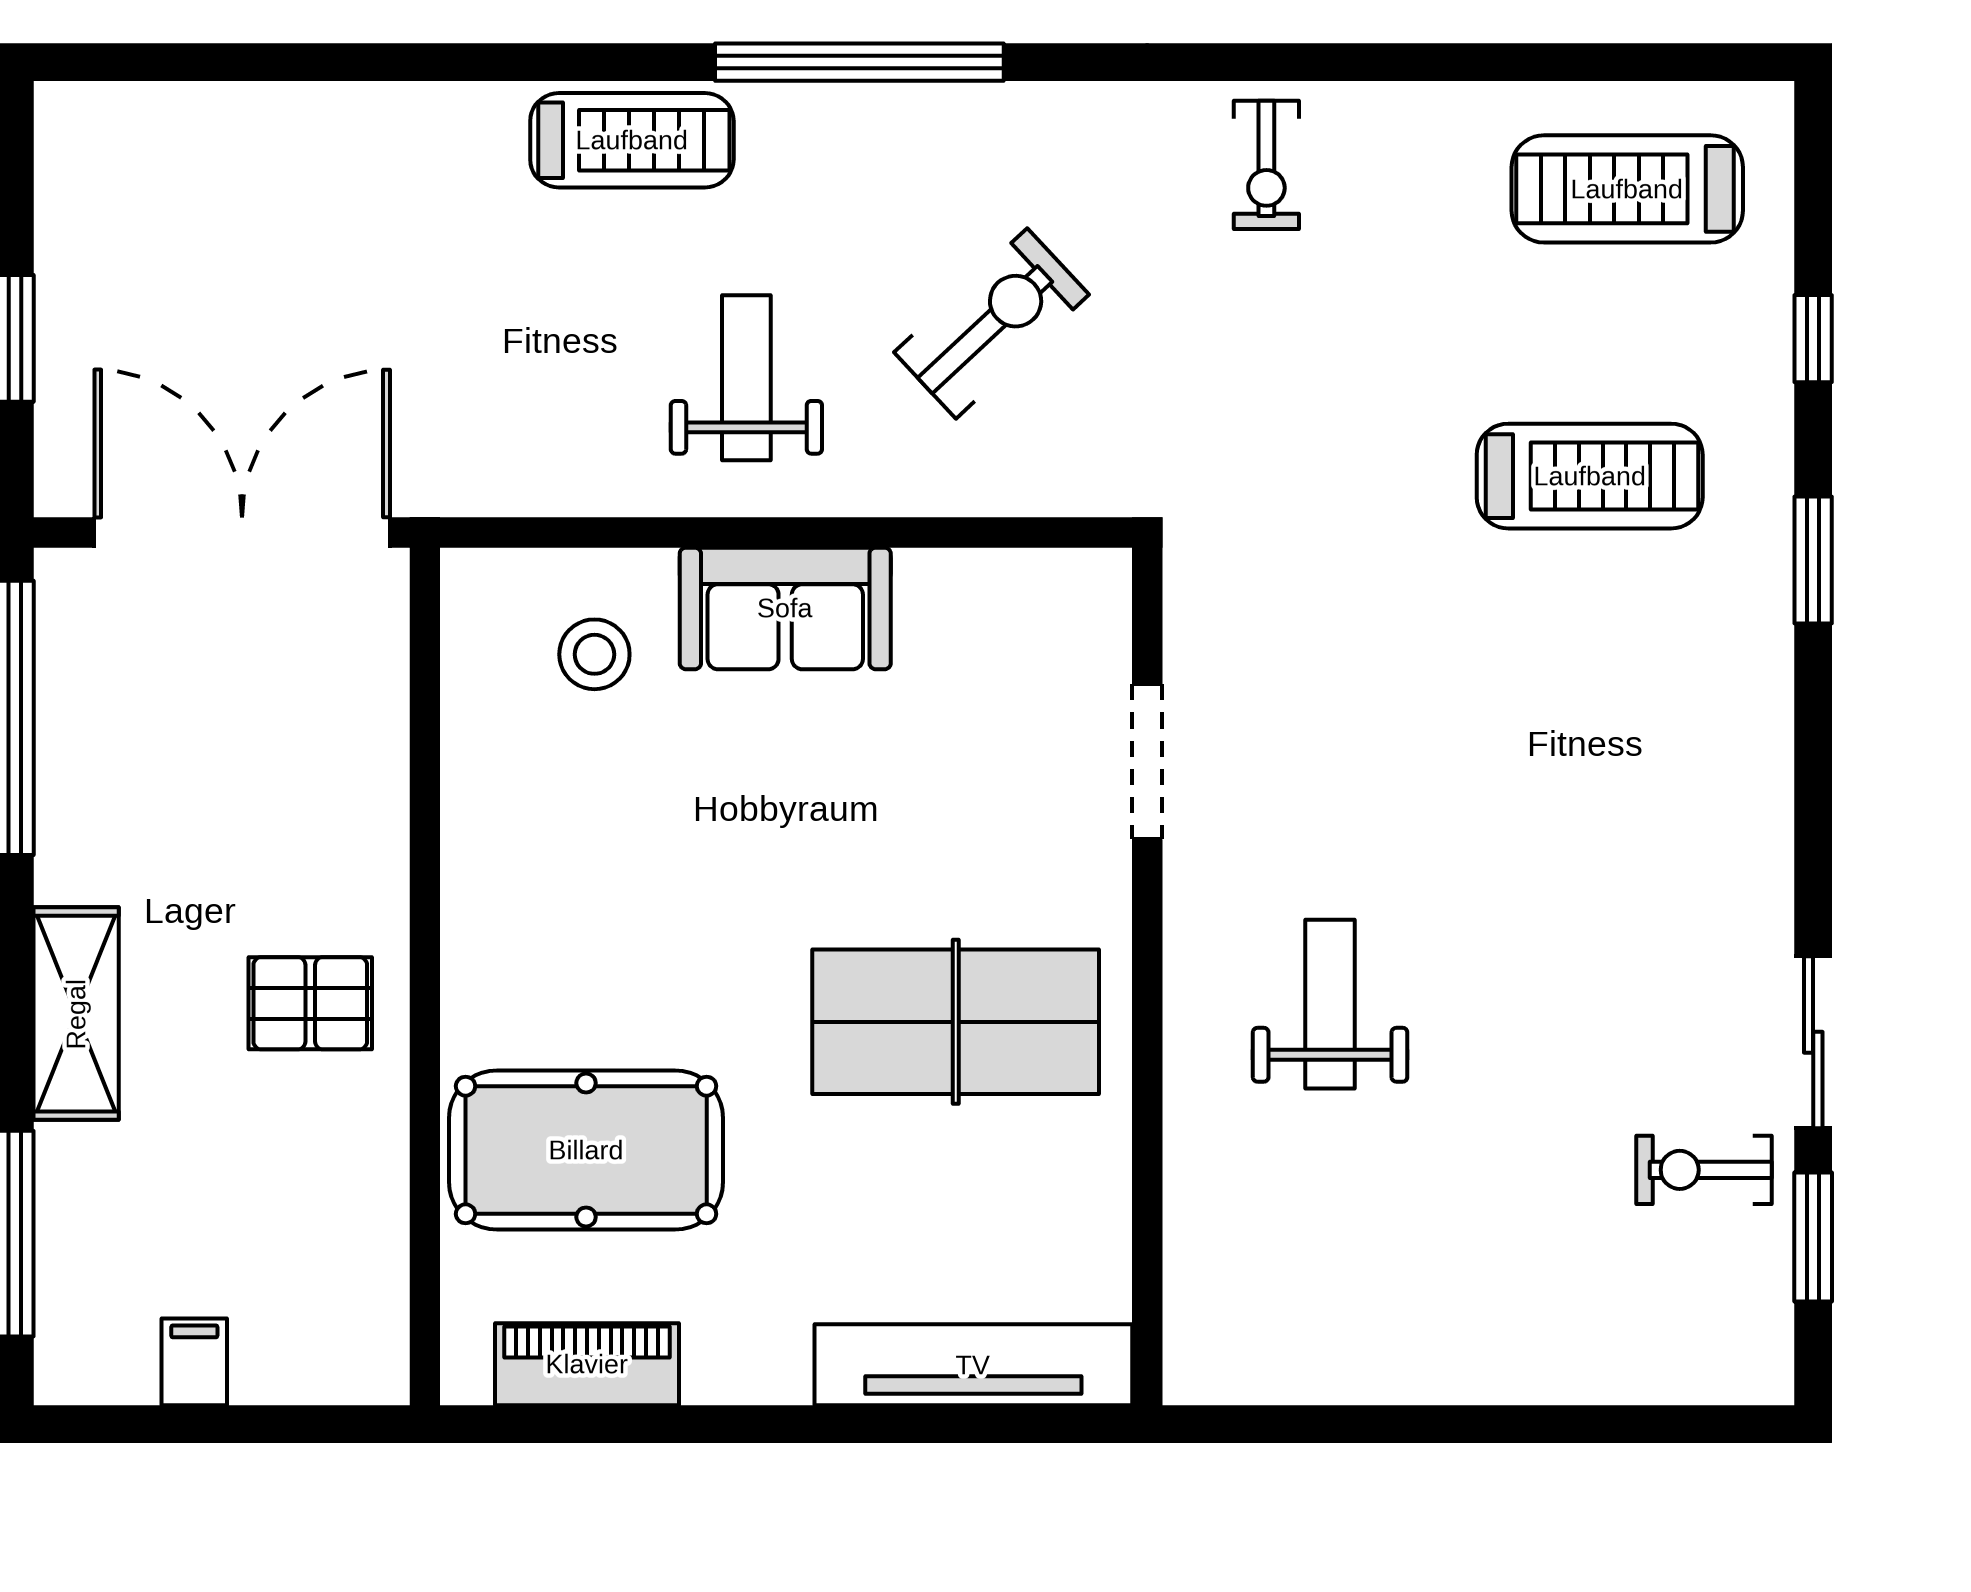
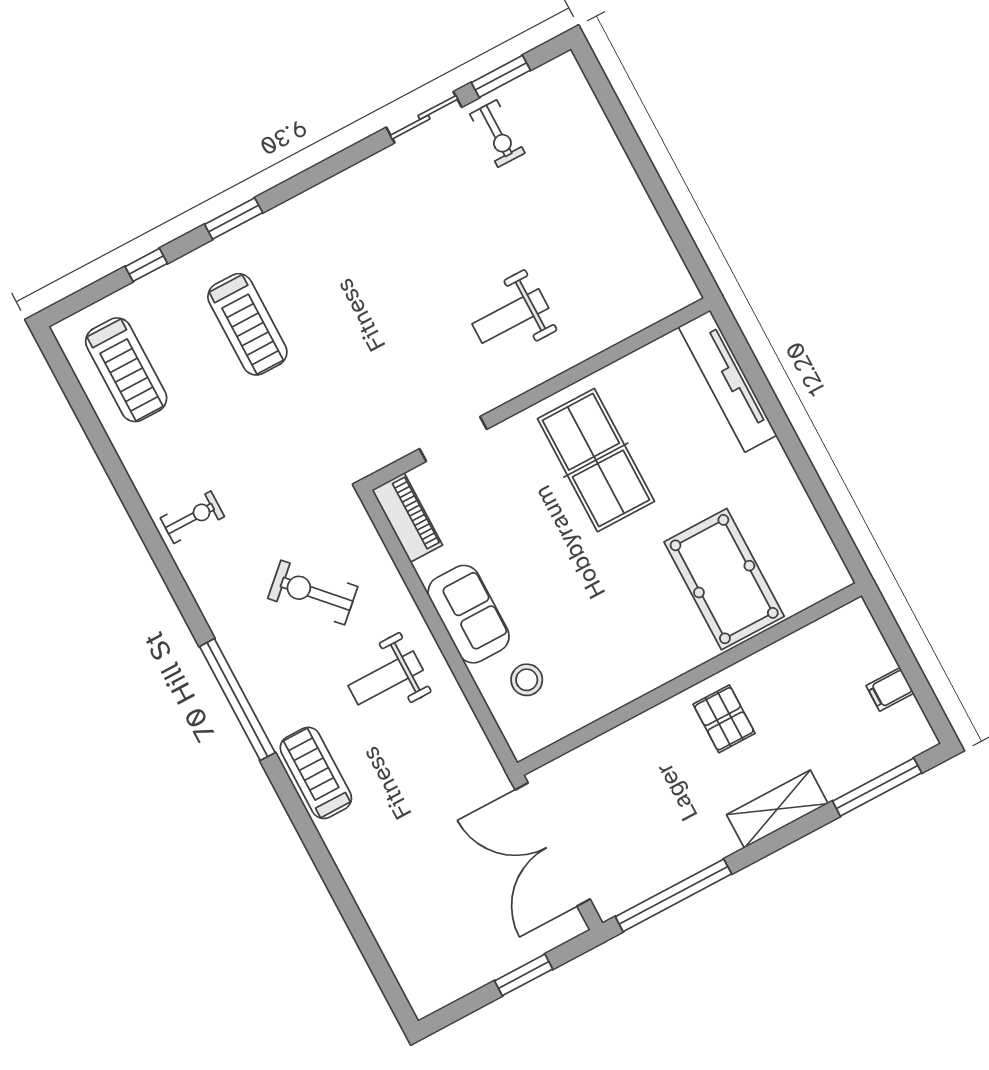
treadmill: (1590, 476) -> (247, 324), turned 180
piano: (587, 1364) -> (407, 518), moved, turned 180

